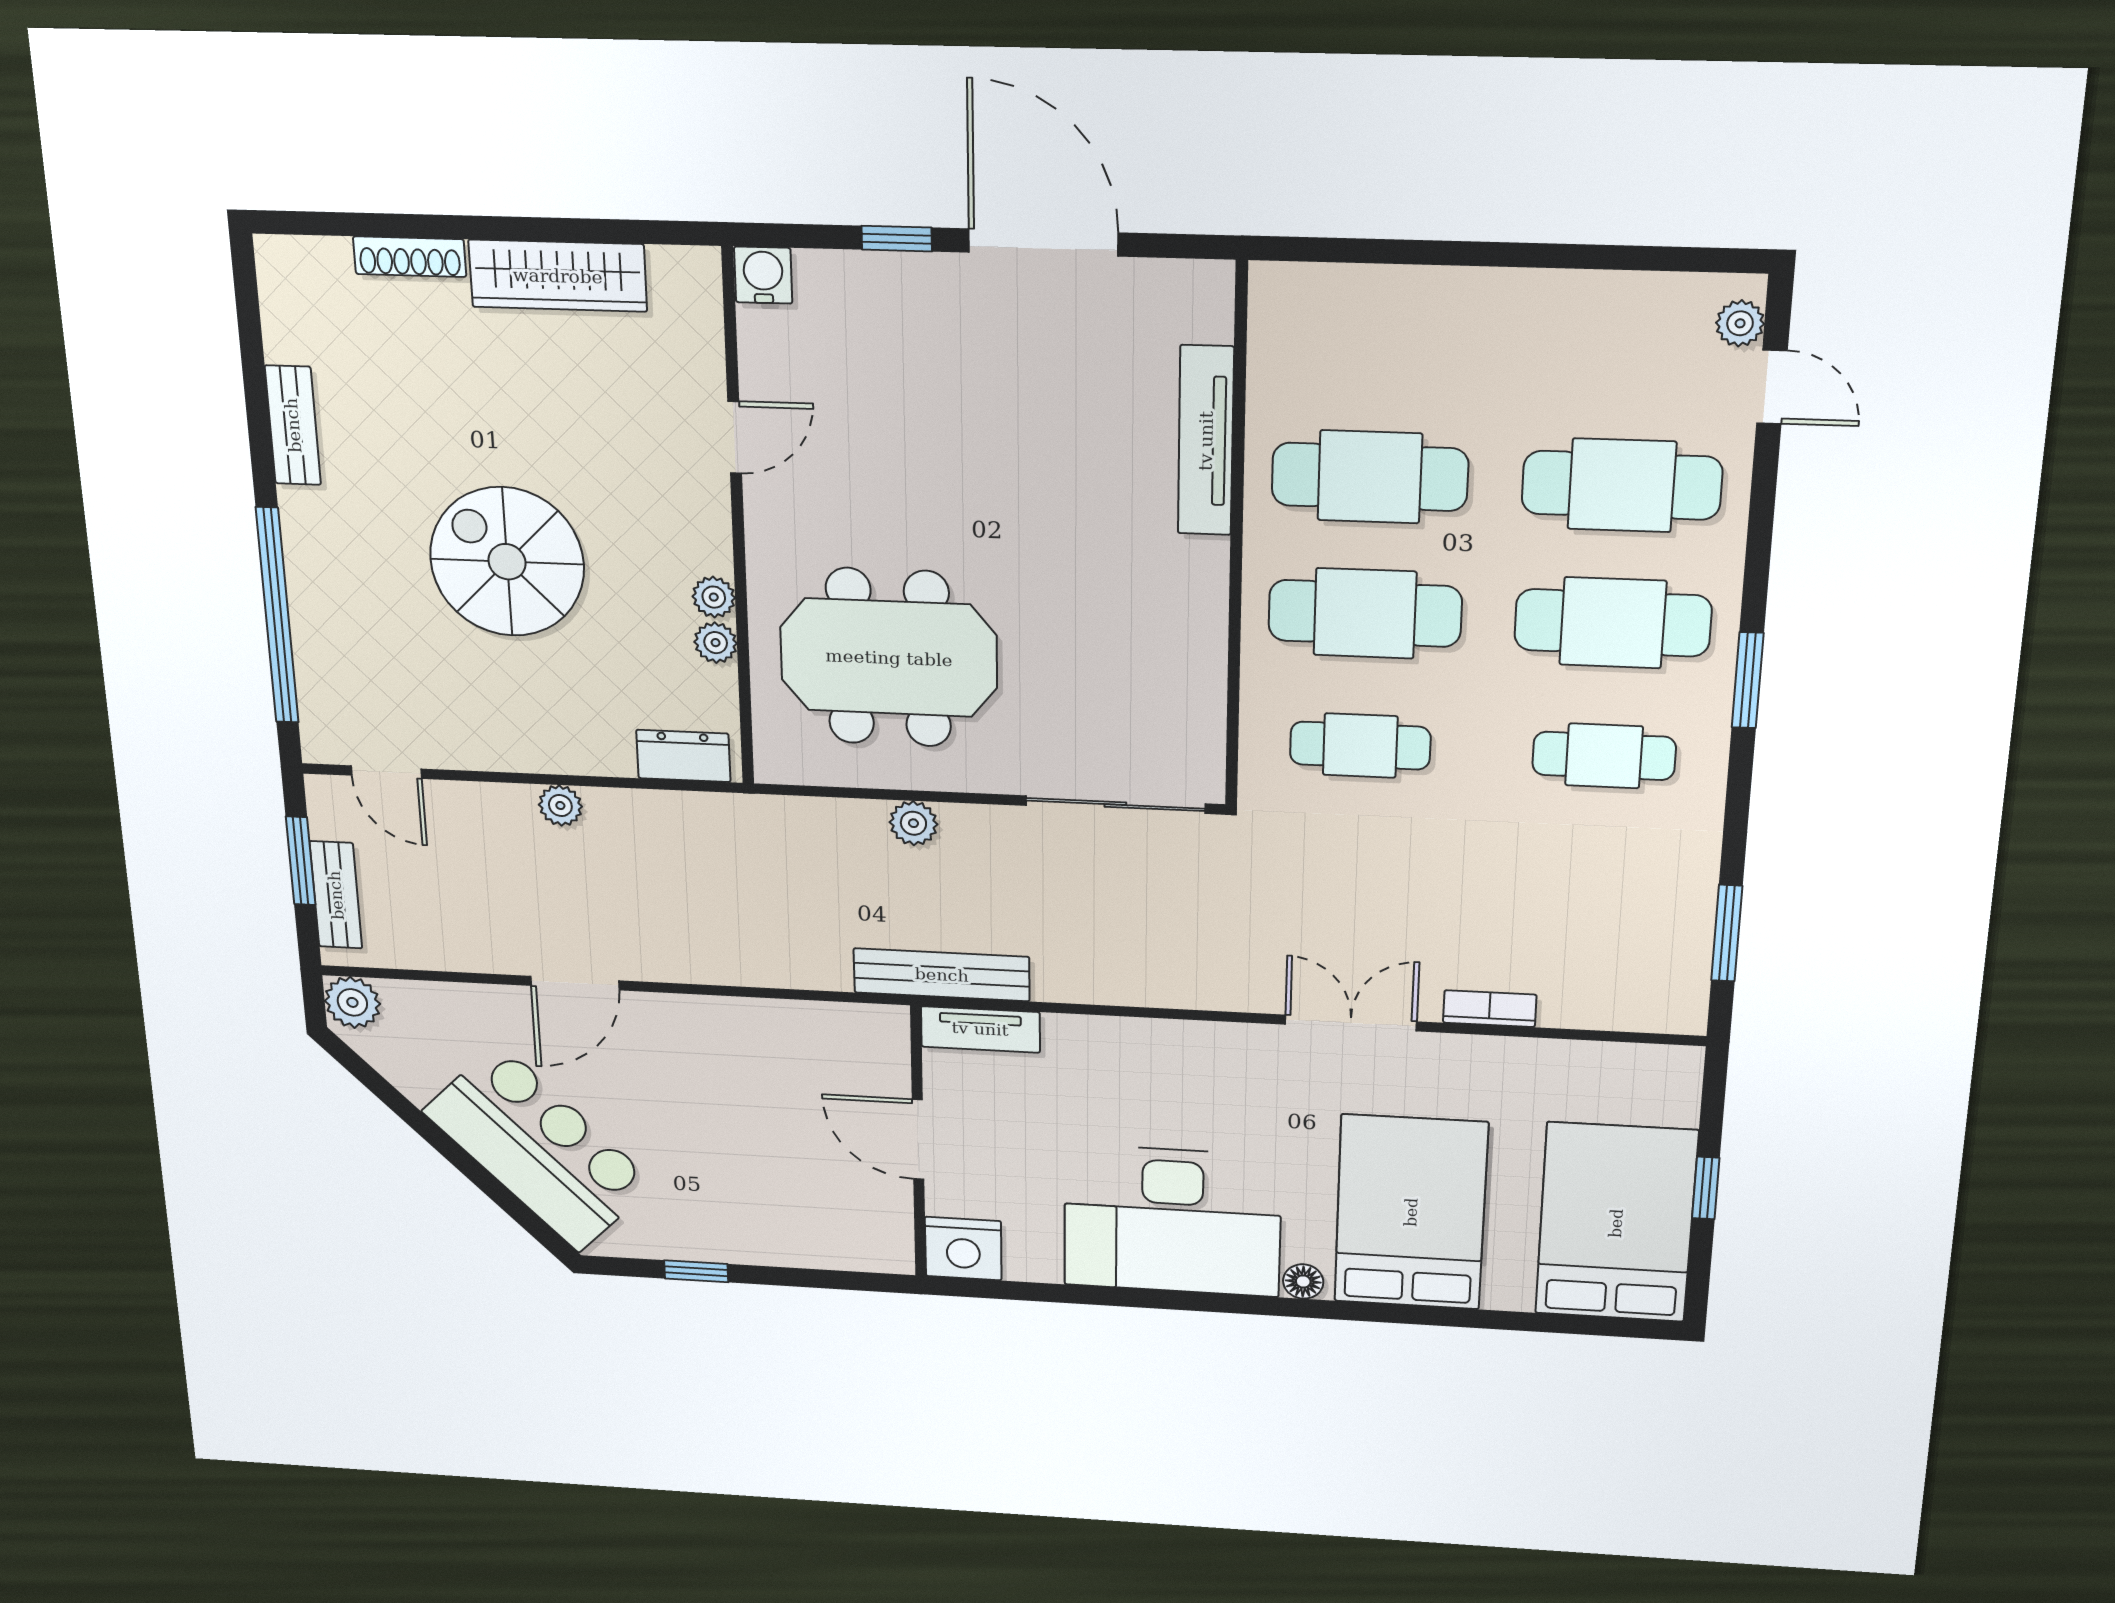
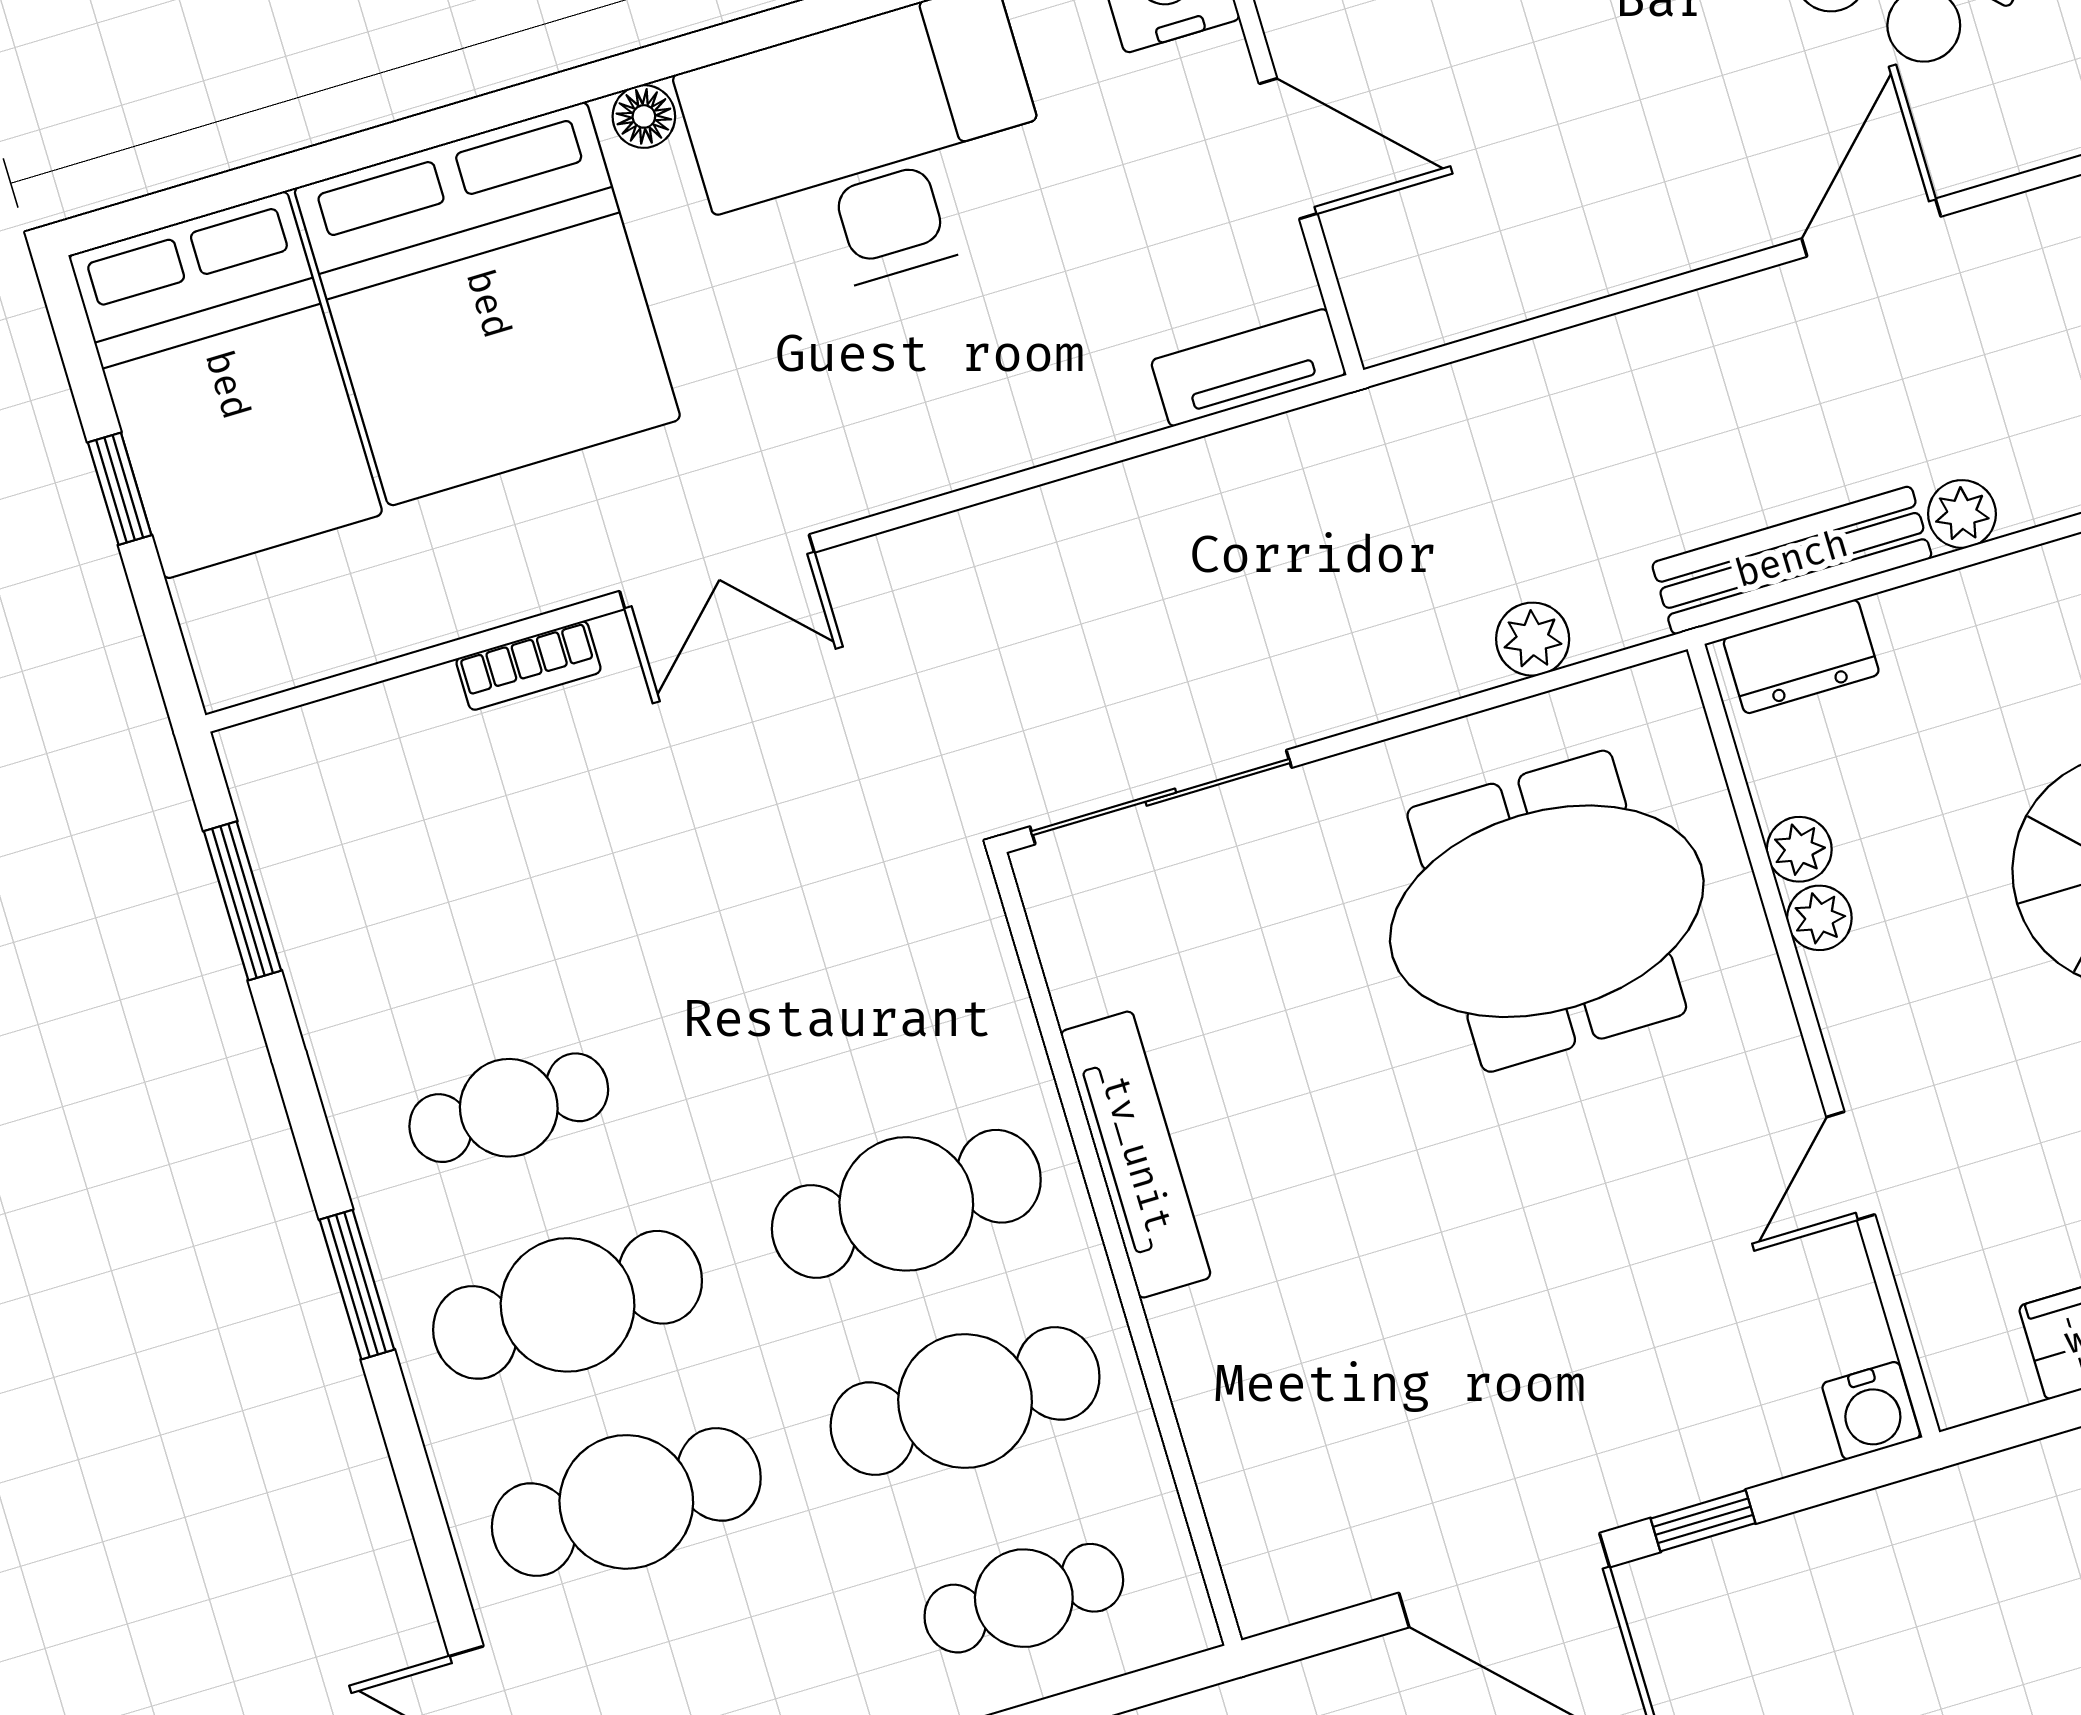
tv unit: (1206, 441) -> (1136, 1155), moved
cafe table: (1360, 746) -> (1024, 1598), moved
plant: (913, 823) -> (1533, 639), moved
bench: (942, 975) -> (1792, 560), moved
bed: (1411, 1212) -> (487, 304), width x1.36

